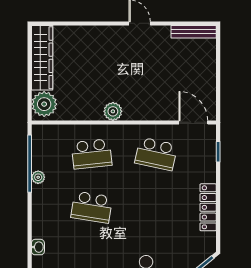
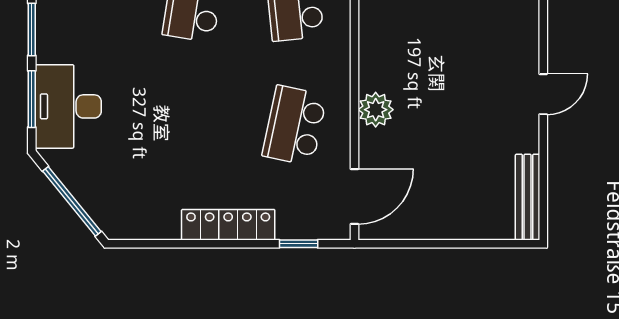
plant: (113, 111) -> (376, 110), moved
locker: (208, 207) -> (228, 225), moved

